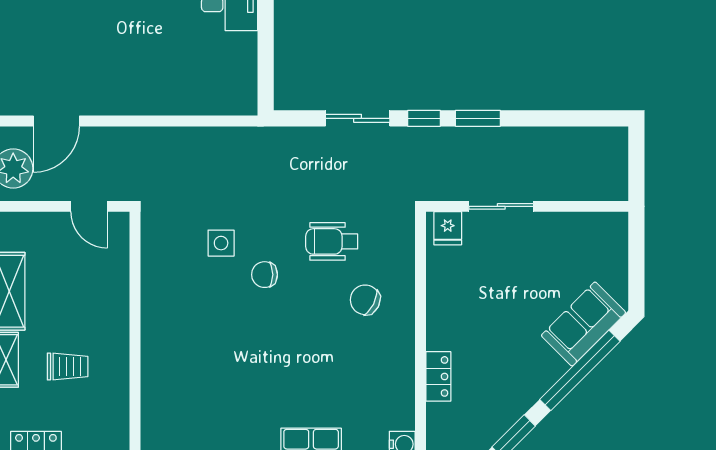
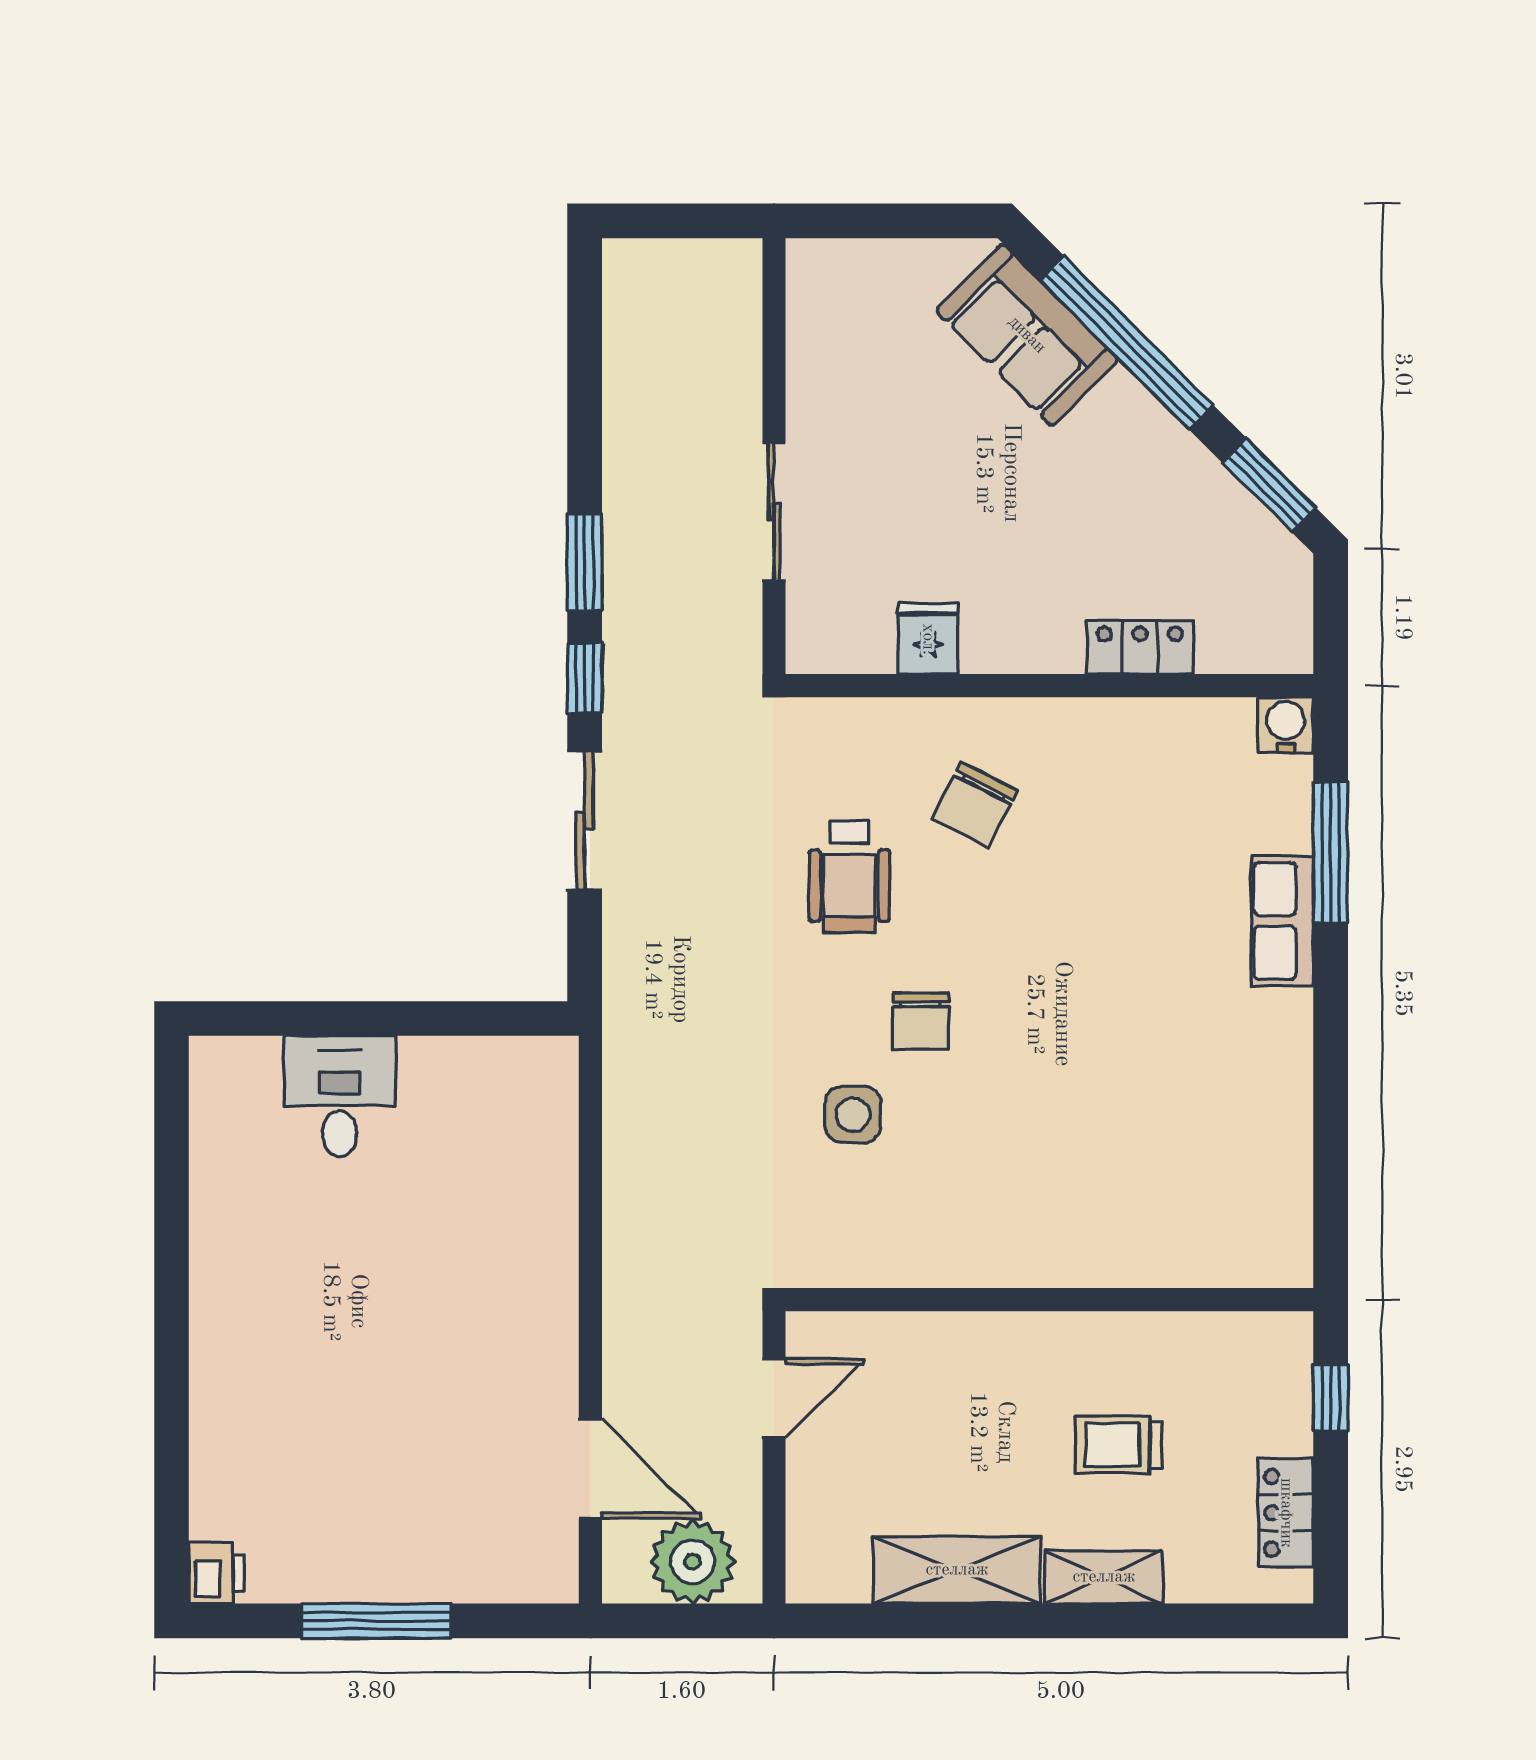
fridge: (448, 228) -> (928, 639), moved, turned -90
trolley: (68, 367) -> (1119, 1445), turned -90

